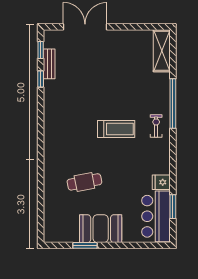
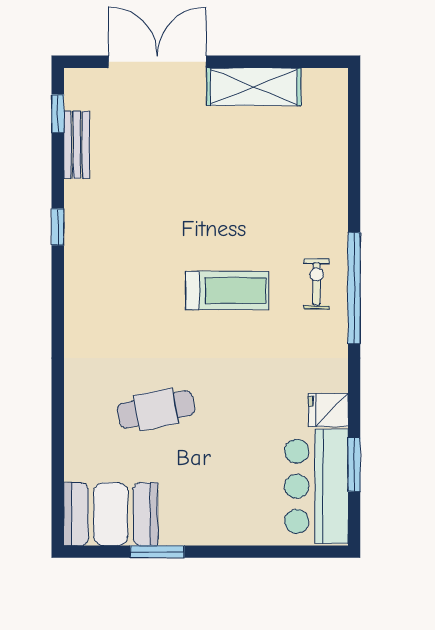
shelving: (162, 51) -> (254, 87), moved, turned 90
window: (41, 79) -> (58, 227), moved
window: (173, 103) -> (354, 288), moved
booth: (101, 229) -> (111, 514), moved

